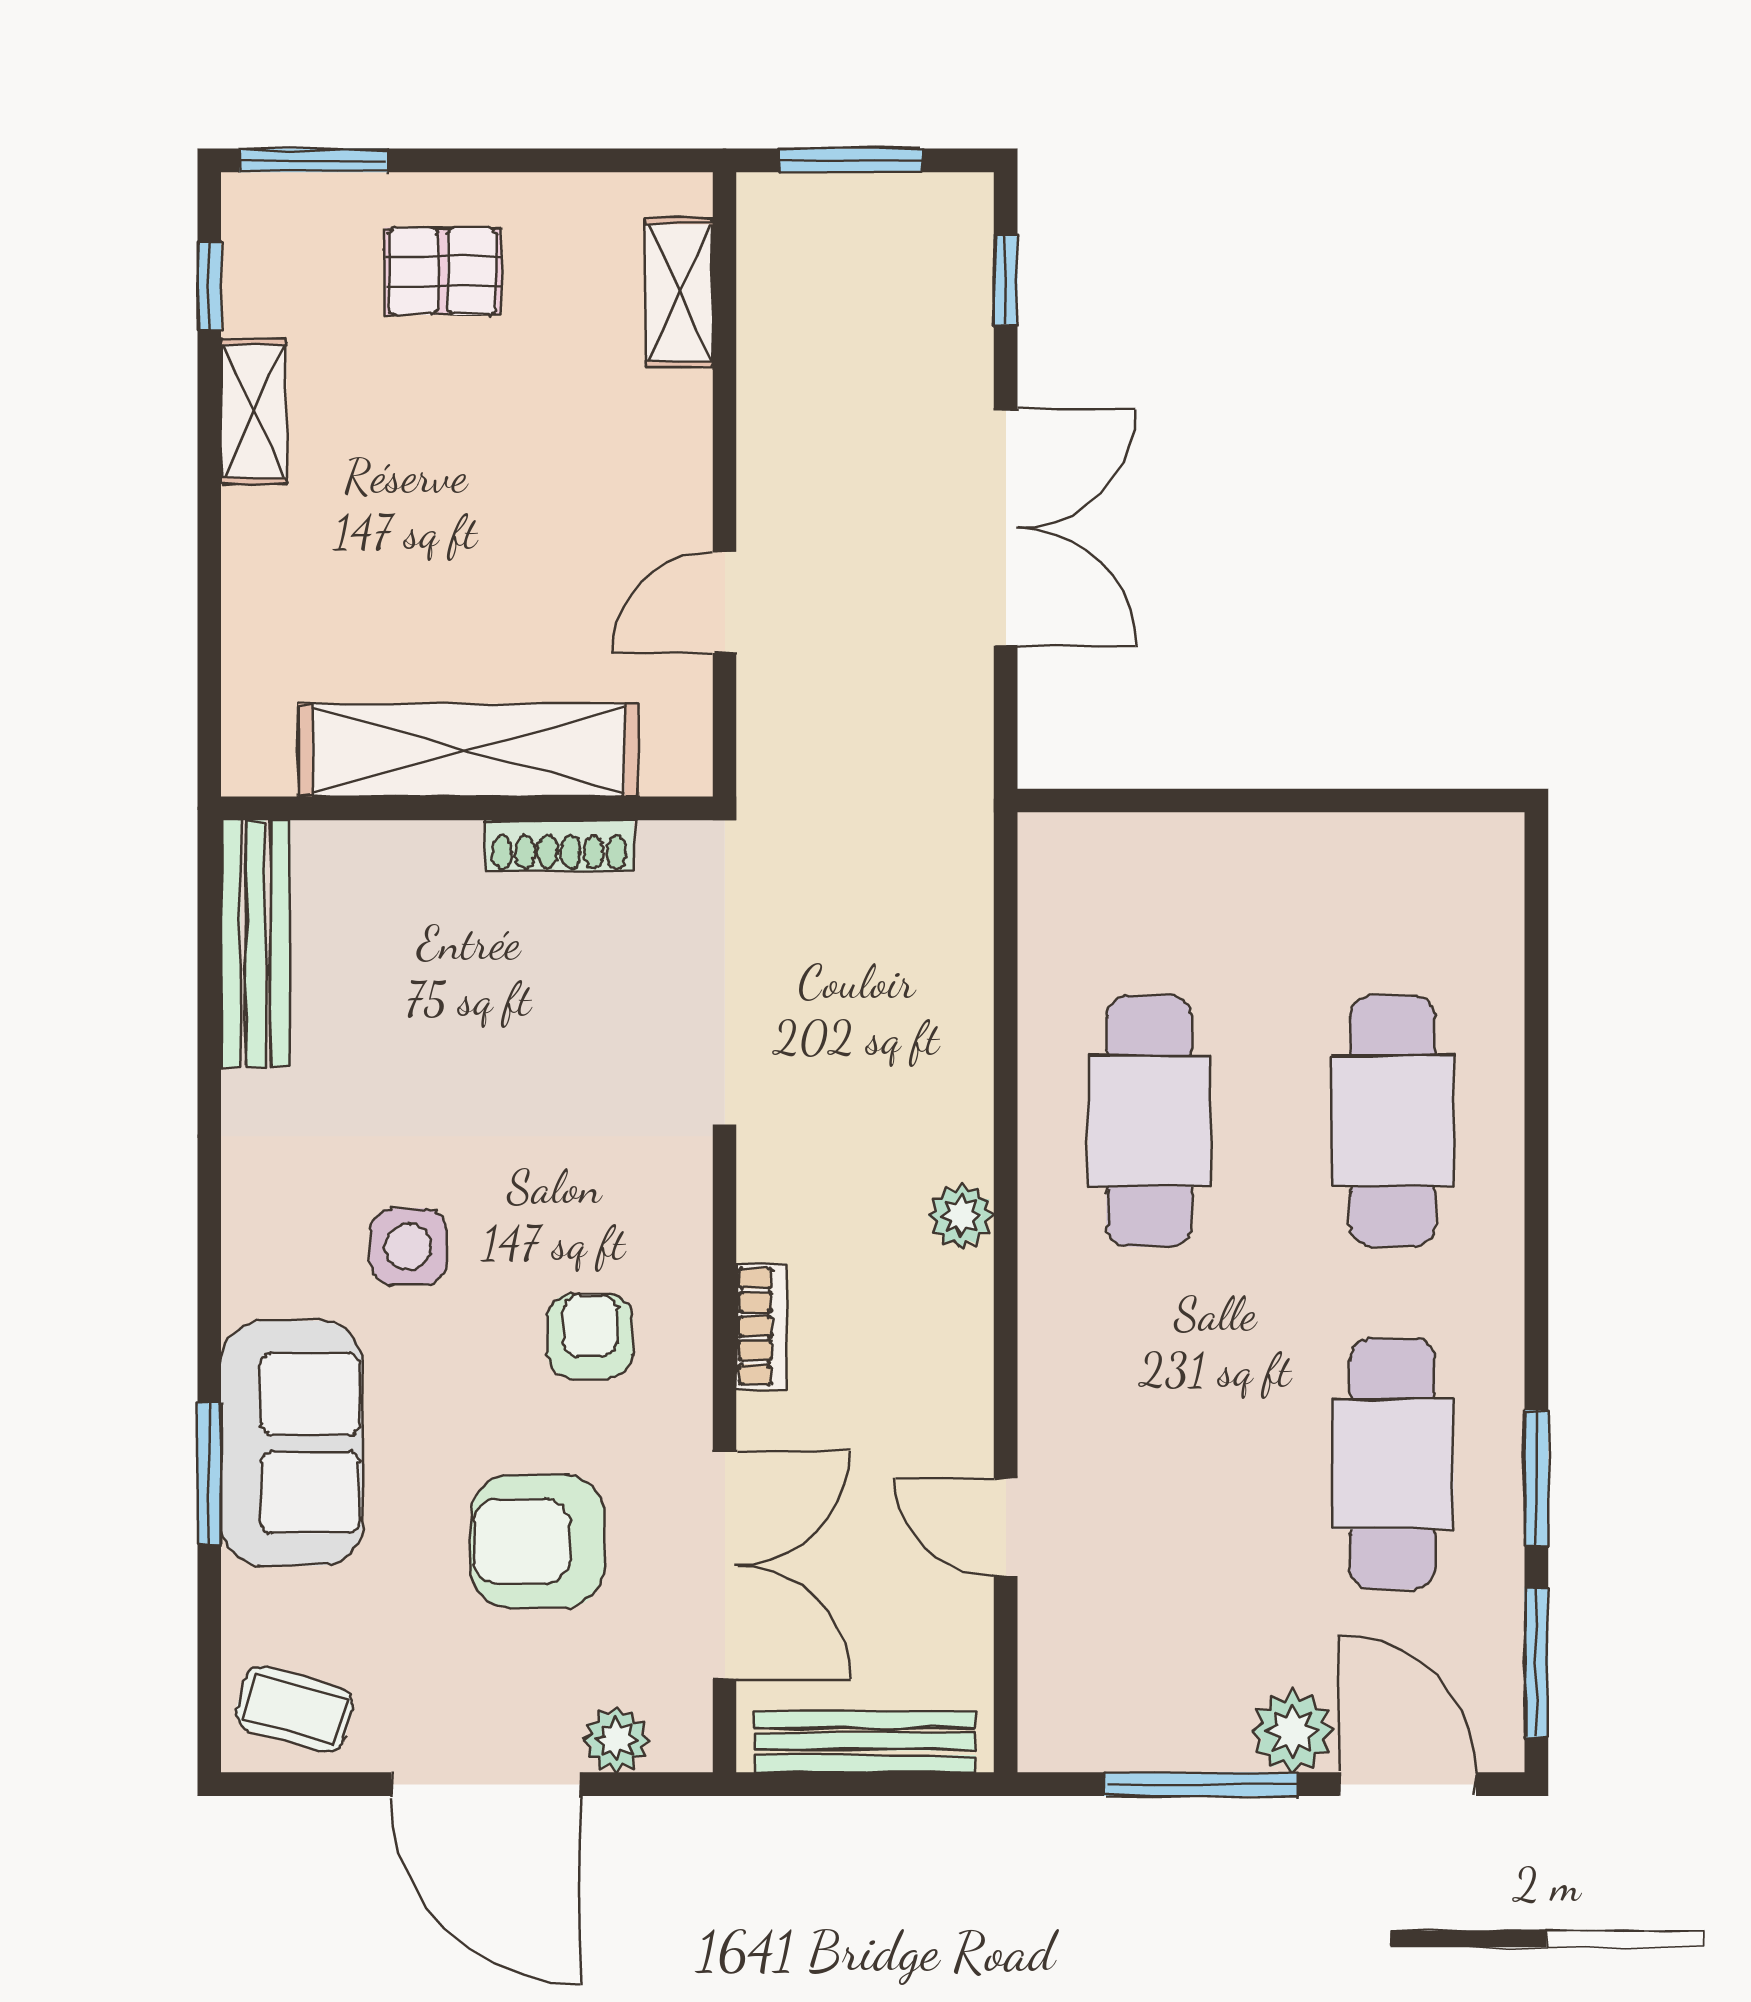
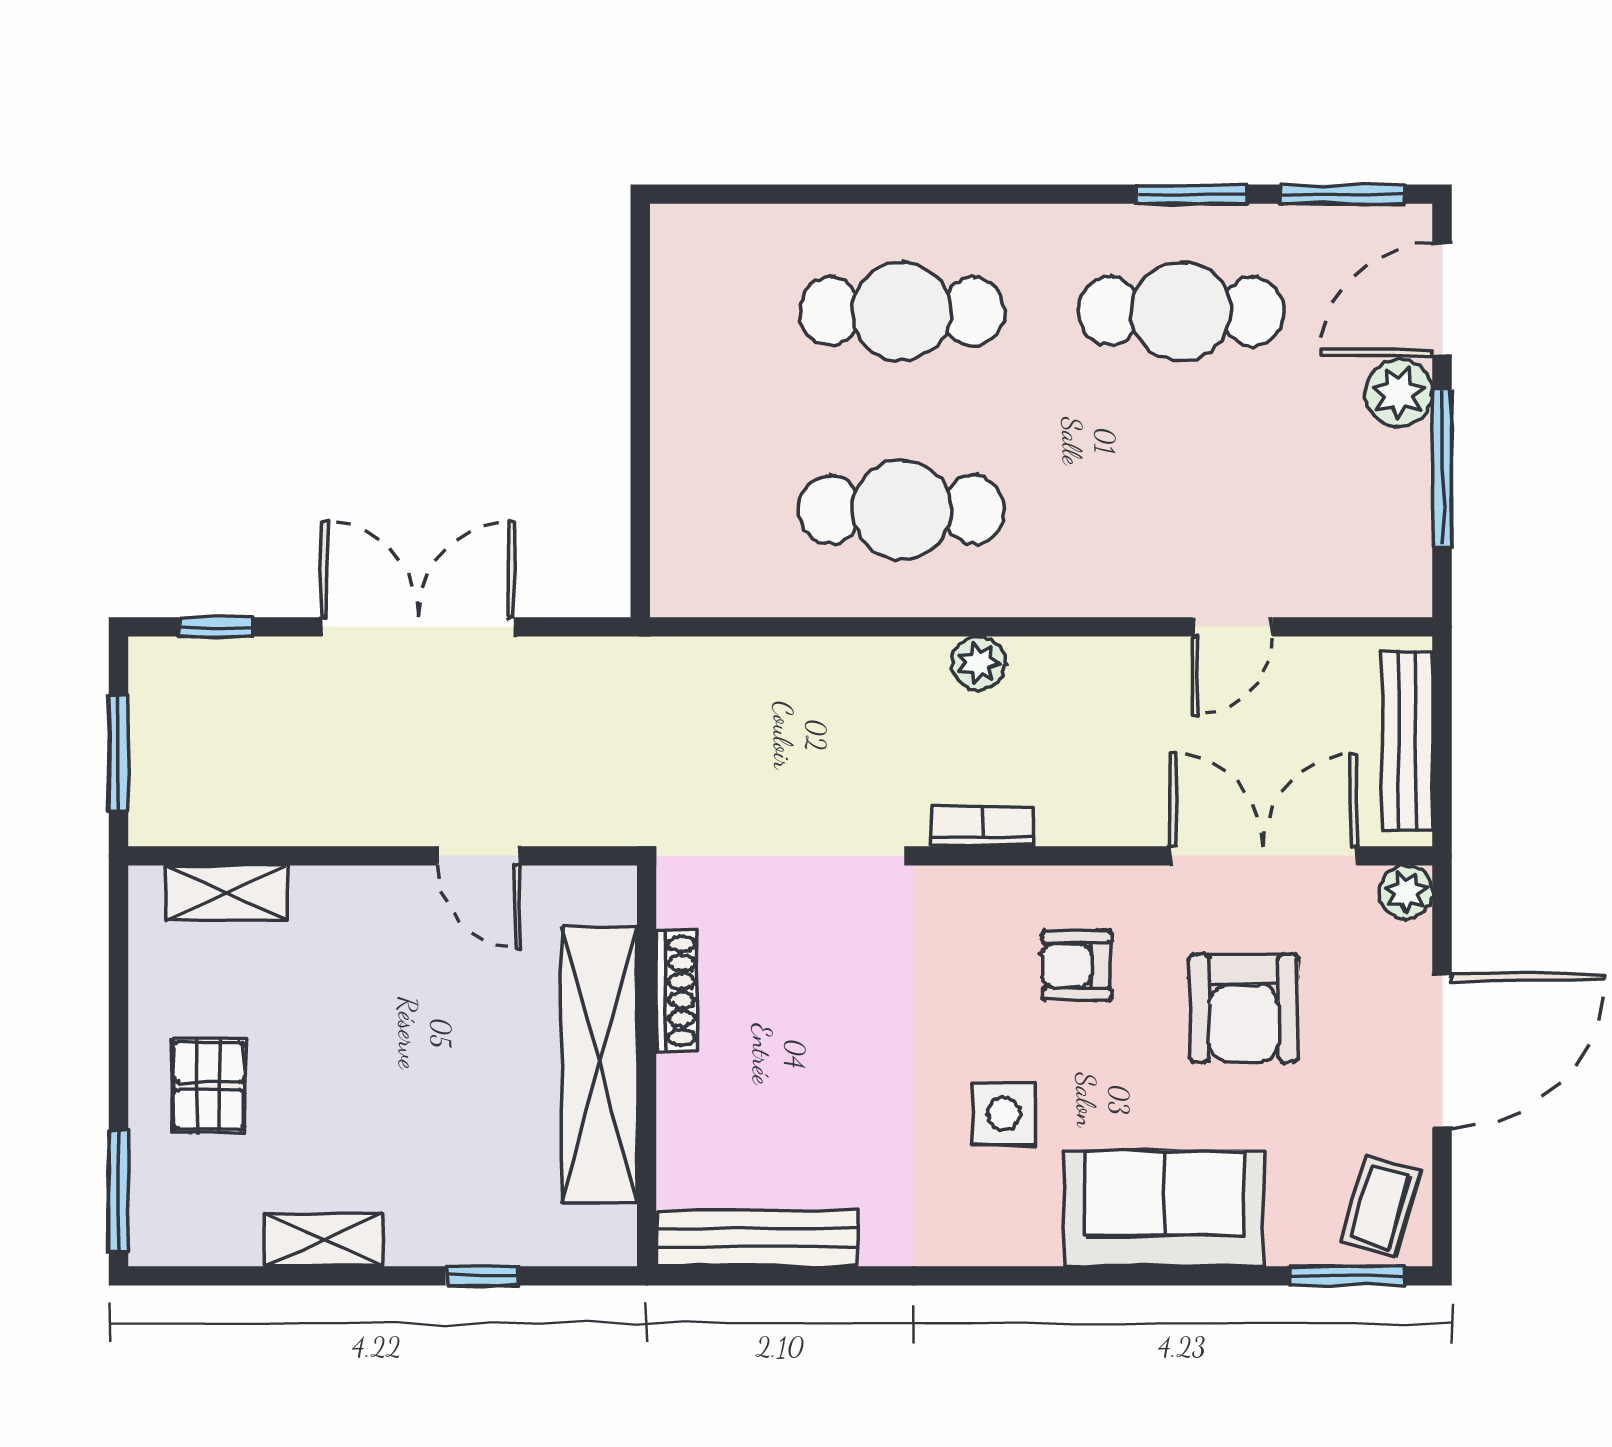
window: (209, 286) -> (482, 1276), moved
bookcase: (761, 1326) -> (982, 826), moved
window: (209, 1474) -> (1347, 1276), moved
plant: (616, 1740) -> (1406, 892), moved

